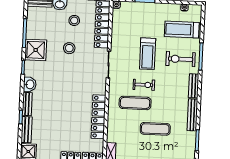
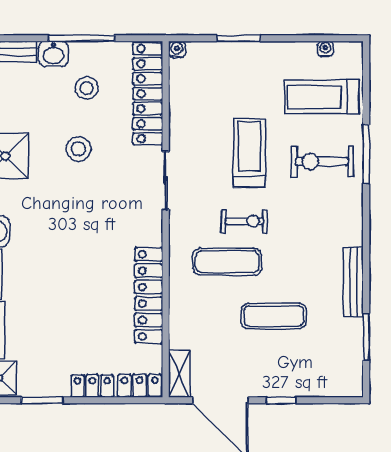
treadmill: (148, 54) -> (249, 153), turned 180
bench: (194, 86) -> (353, 219), removed

